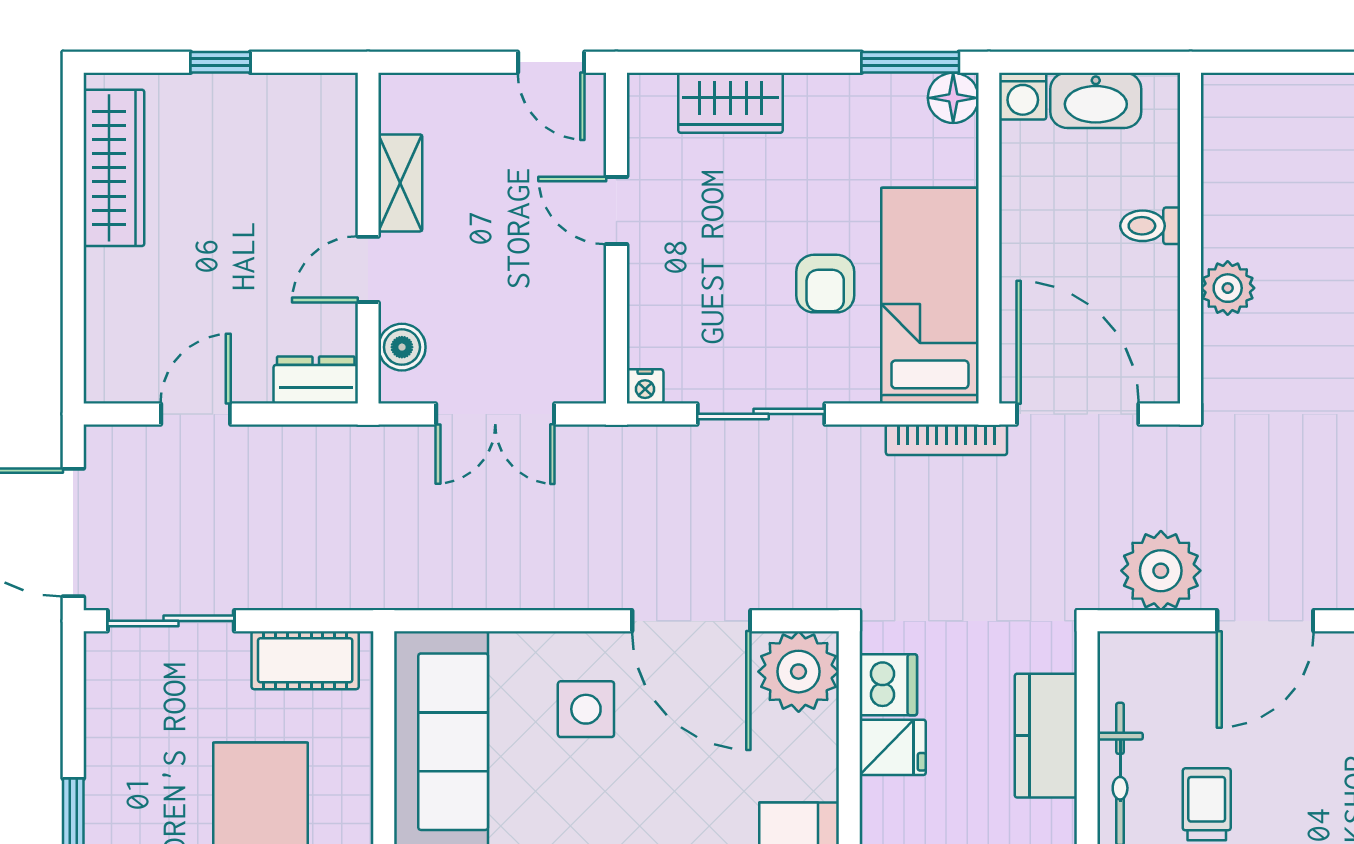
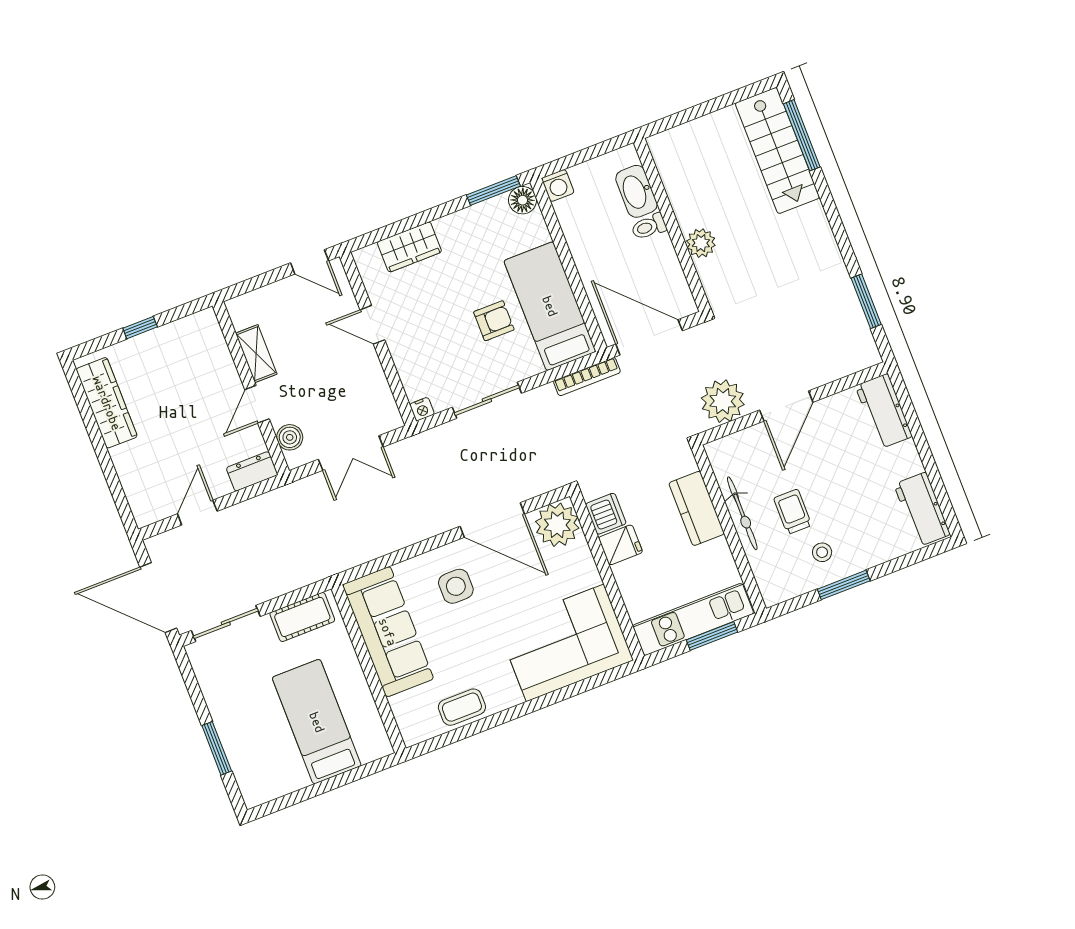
washbasin: (1096, 100) -> (636, 191), moved, turned 90
armchair: (825, 284) -> (494, 321), turned -90

